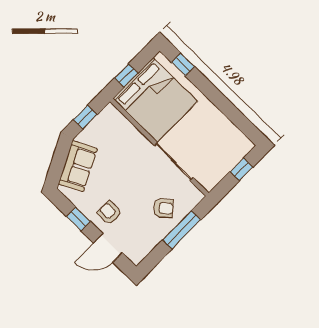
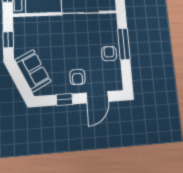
armchair: (163, 208) -> (109, 54), moved, turned -50
armchair: (109, 213) -> (77, 77), turned -90

